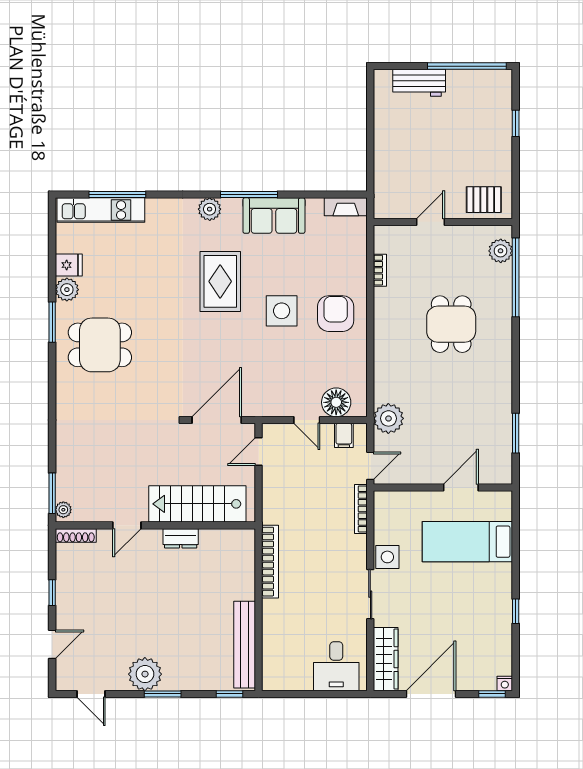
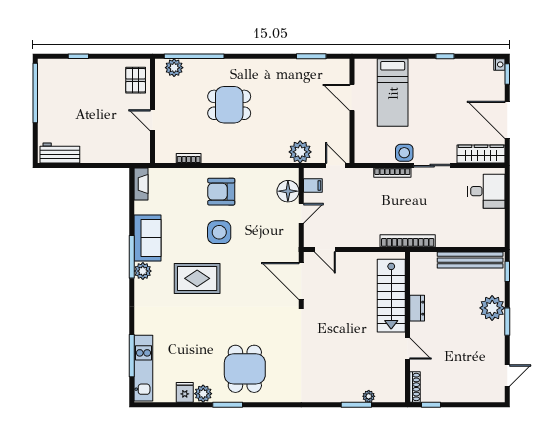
workbench: (419, 83) -> (60, 153), moved, turned -90
plant: (210, 209) -> (143, 271), moved
stairs: (197, 504) -> (391, 296), moved
bookcase: (361, 509) -> (392, 173), moved
door: (127, 525) -> (407, 349), moved
wall: (155, 525) -> (407, 327), moved
shoe rack: (76, 535) -> (415, 387), moved
dresser: (181, 538) -> (417, 308), moved
door: (52, 644) -> (470, 405), removed
plant: (145, 674) -> (492, 308), moved

